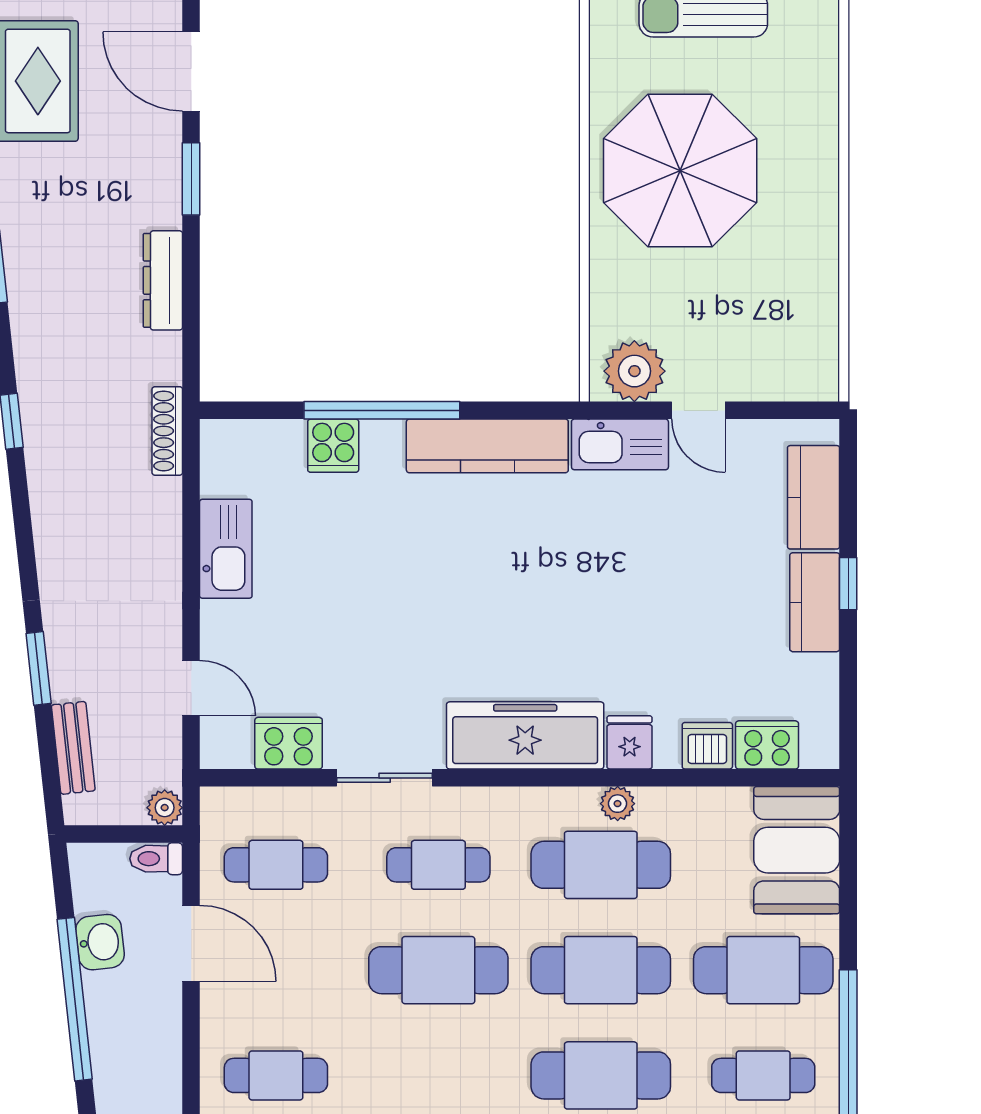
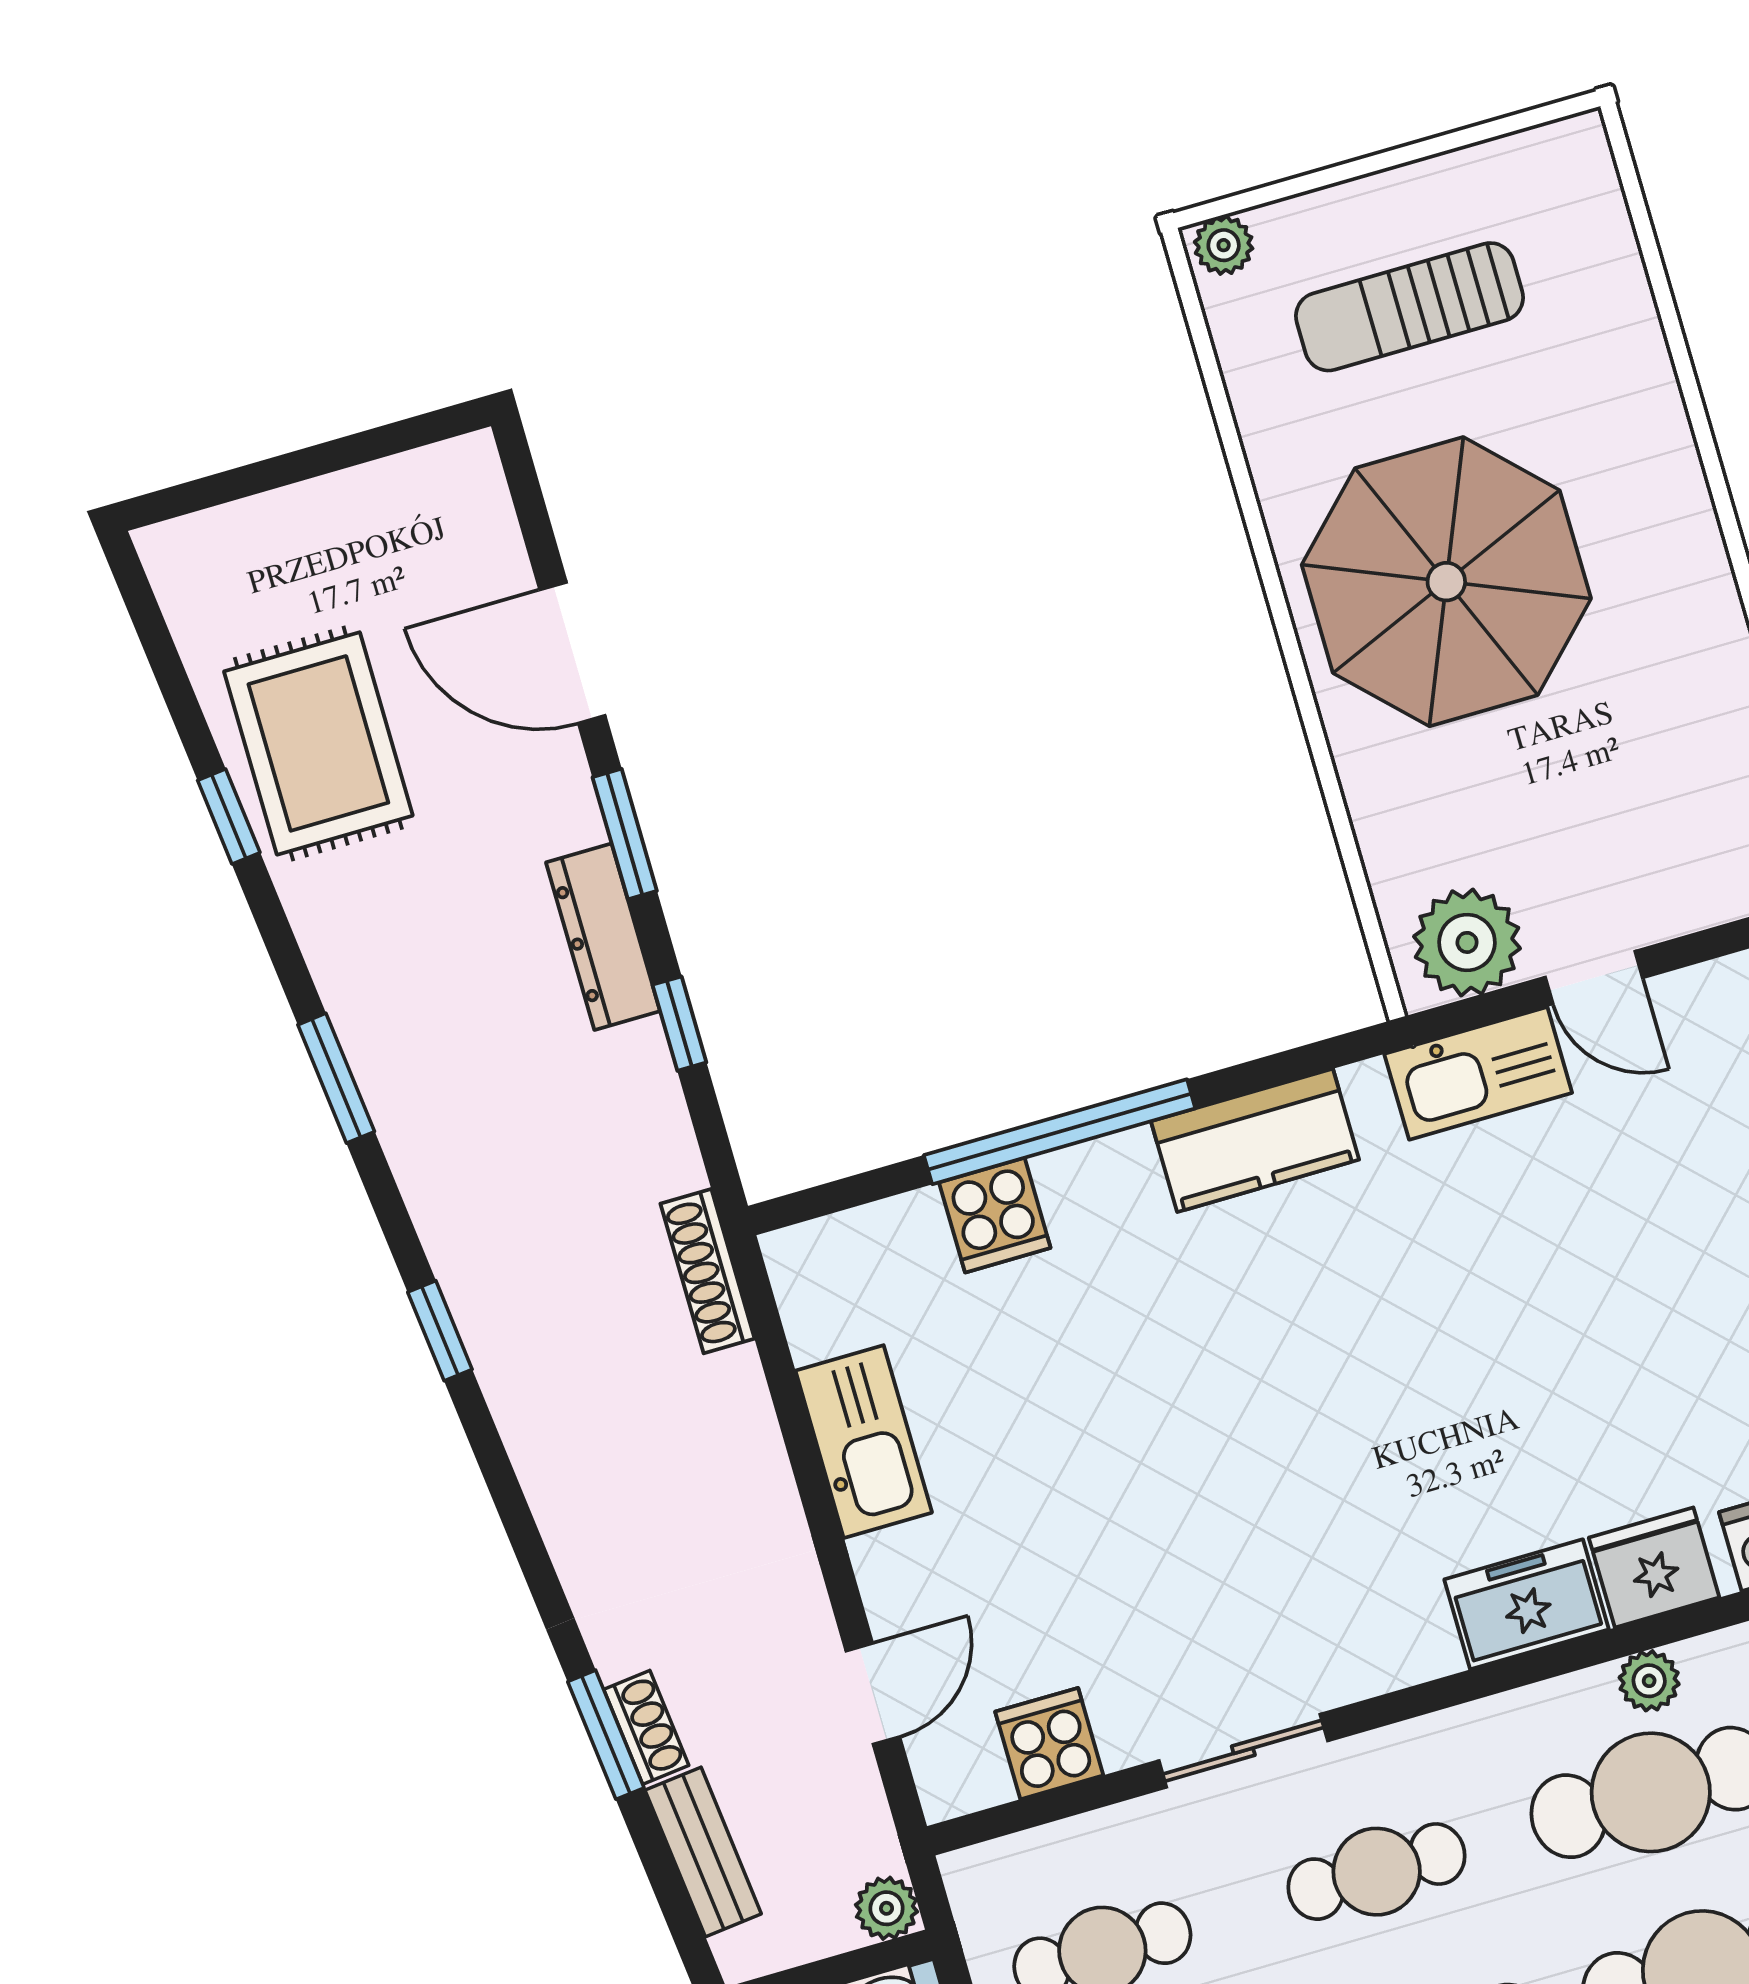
dresser: (163, 280) -> (603, 937), moved
window: (191, 291) -> (679, 1024), added
kitchen counter: (487, 446) -> (1255, 1140), width x0.67
shoe rack: (62, 671) -> (646, 1727), added
door: (191, 688) -> (873, 1694), hinge flipped
freezer: (525, 735) -> (1527, 1604), width x0.52, depth x0.79
fridge: (630, 742) -> (1654, 1568), width x1.38
cooker: (289, 743) -> (1049, 1744), width x0.73

